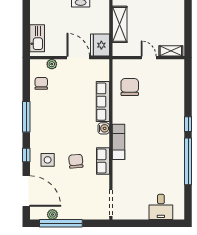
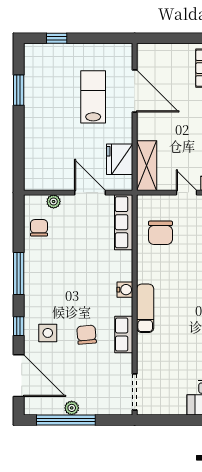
shelving: (120, 24) -> (147, 166), moved
kitchen sink: (37, 38) -> (33, 166), removed
fridge: (100, 45) -> (120, 159), moved
chair: (130, 87) -> (160, 233), turned 180
row of seats: (103, 102) -> (124, 222), moved
plant: (52, 214) -> (72, 408), moved

